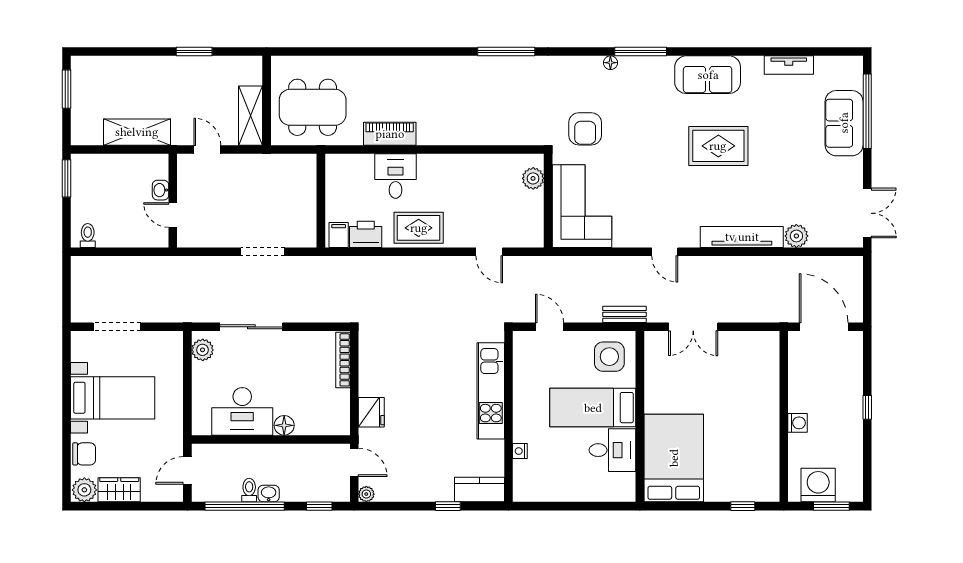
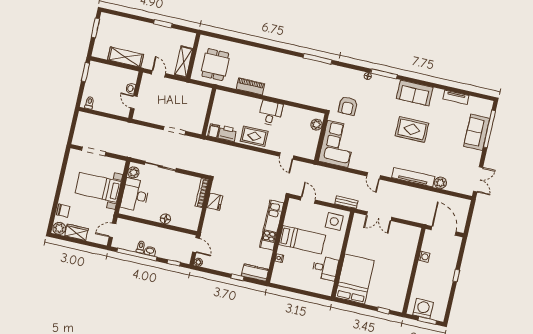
dining table: (313, 107) -> (215, 65), width x0.73
desk: (396, 176) -> (271, 113), moved
bed with nightstands: (113, 398) -> (98, 187), moved, turned 180
bed: (593, 408) -> (302, 240), moved, turned 180
desk: (242, 411) -> (135, 195), moved, turned 90
fridge: (371, 412) -> (215, 202), moved
washing machine: (797, 423) -> (424, 257), moved

